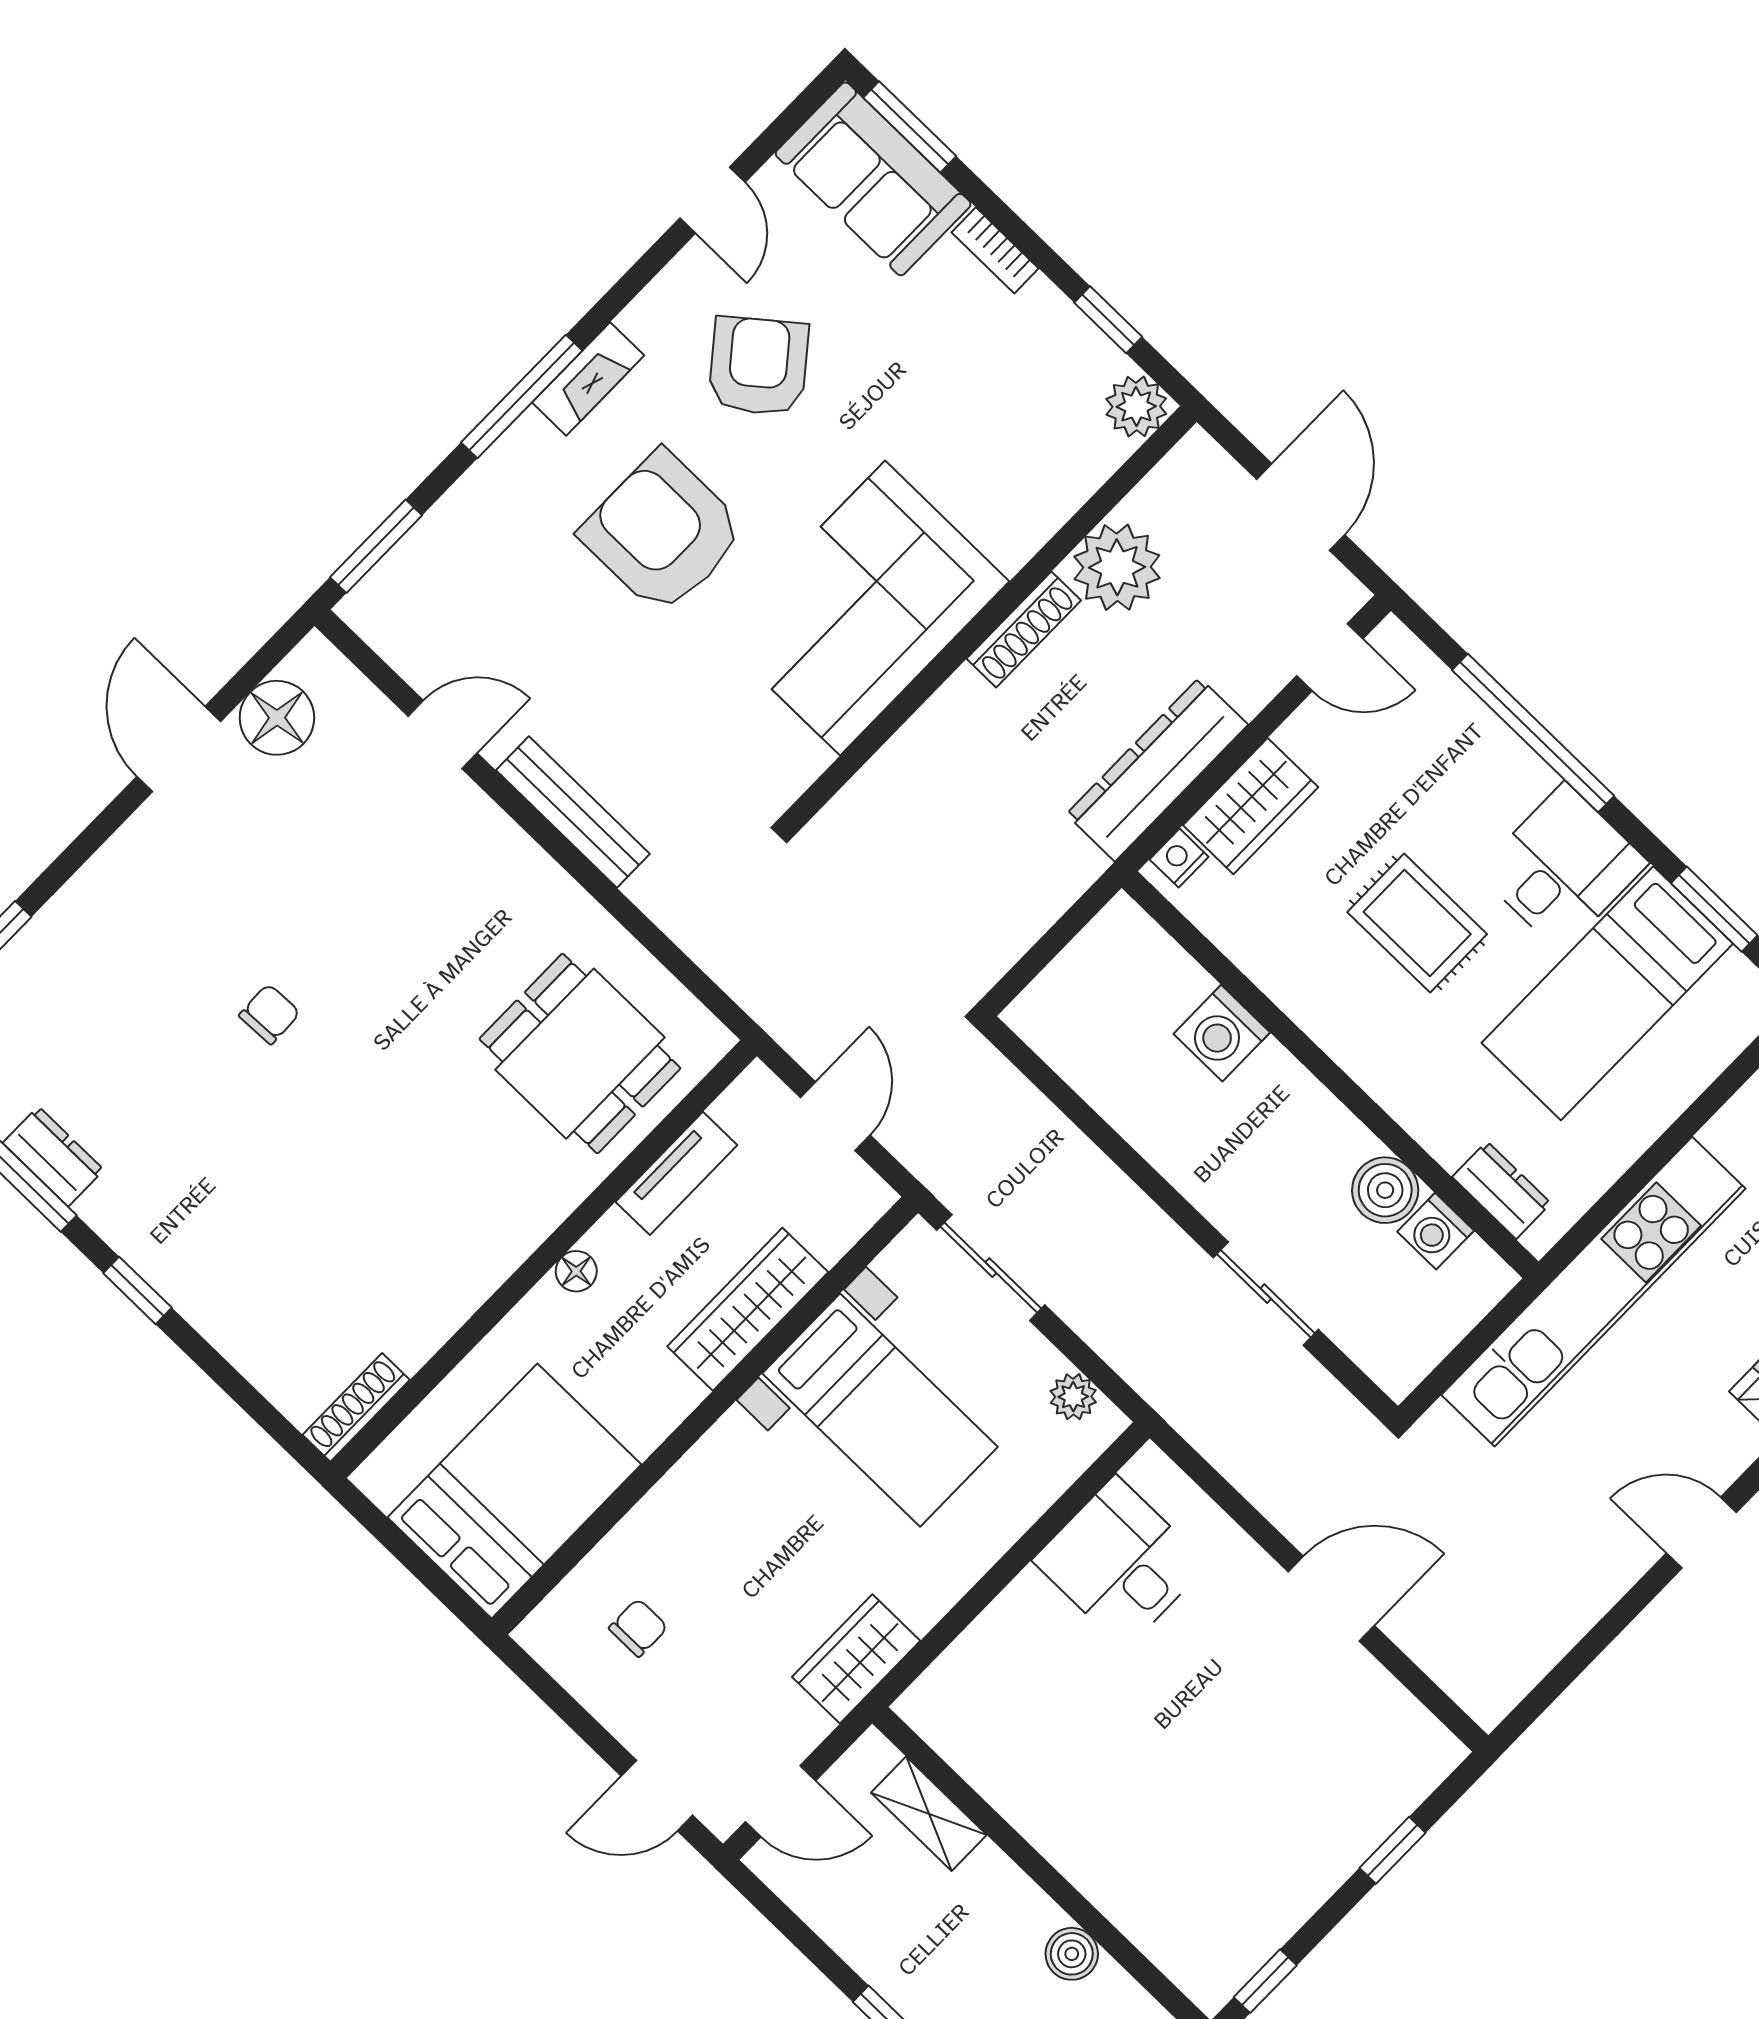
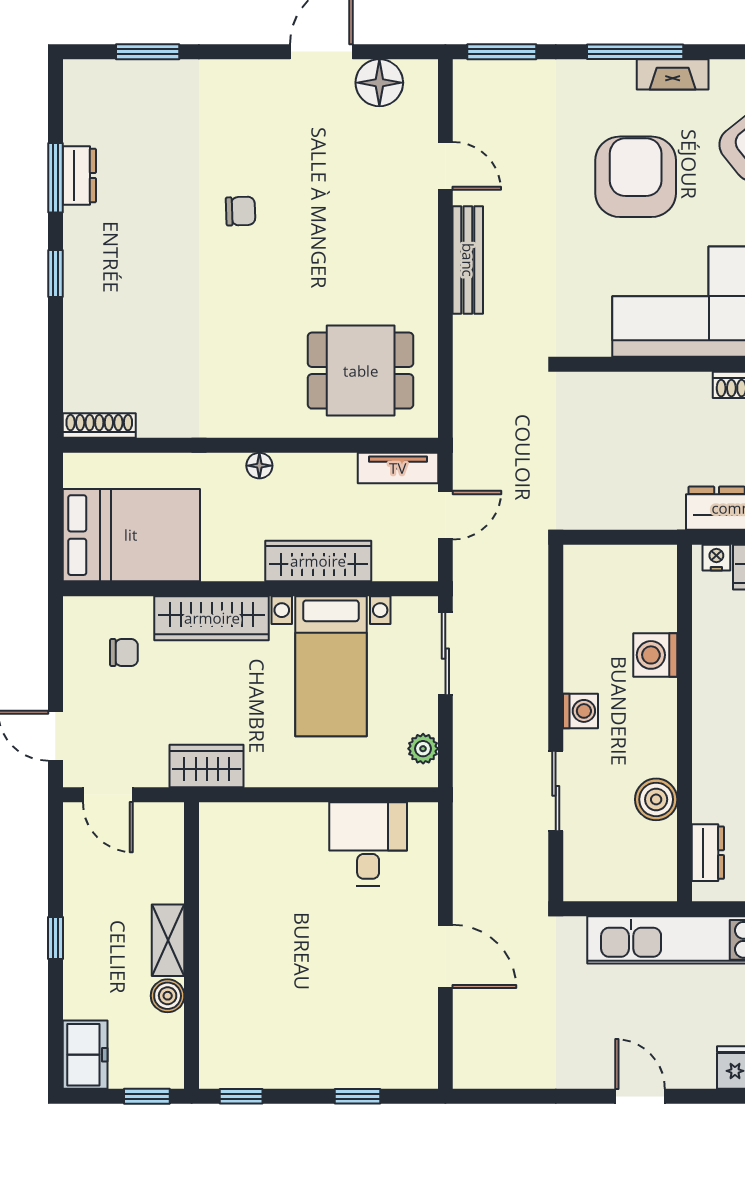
dining table: (580, 1054) -> (361, 371), turned 90
tv unit: (676, 1173) -> (398, 468), moved
washing machine: (1436, 1231) -> (580, 711), moved, turned 180
wardrobe: (695, 1492) -> (212, 618), added
shelving: (929, 1814) -> (168, 940), moved

